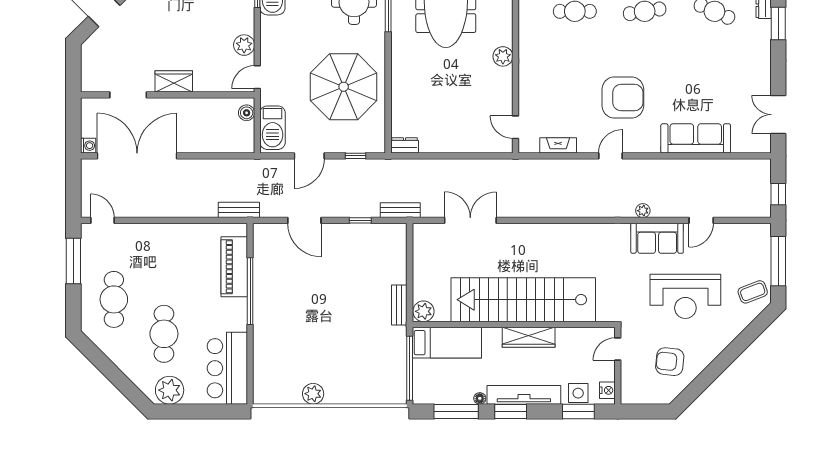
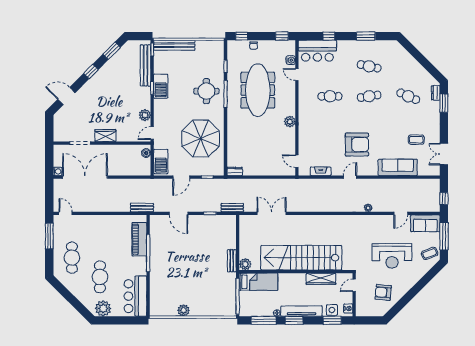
coffee table: (729, 89) -> (416, 140), added
sofa: (657, 238) -> (425, 223), moved
wardrobe: (529, 337) -> (321, 279), moved

